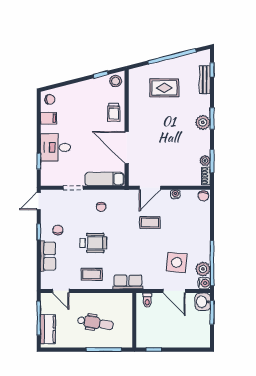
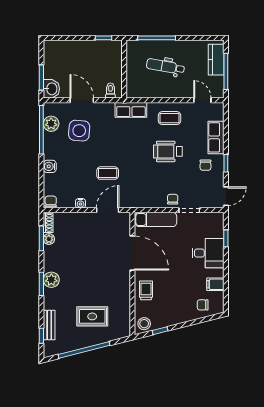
chair: (50, 99) -> (203, 305), moved
chair: (101, 207) -> (173, 199), moved
water cooler: (204, 283) -> (50, 166), moved

